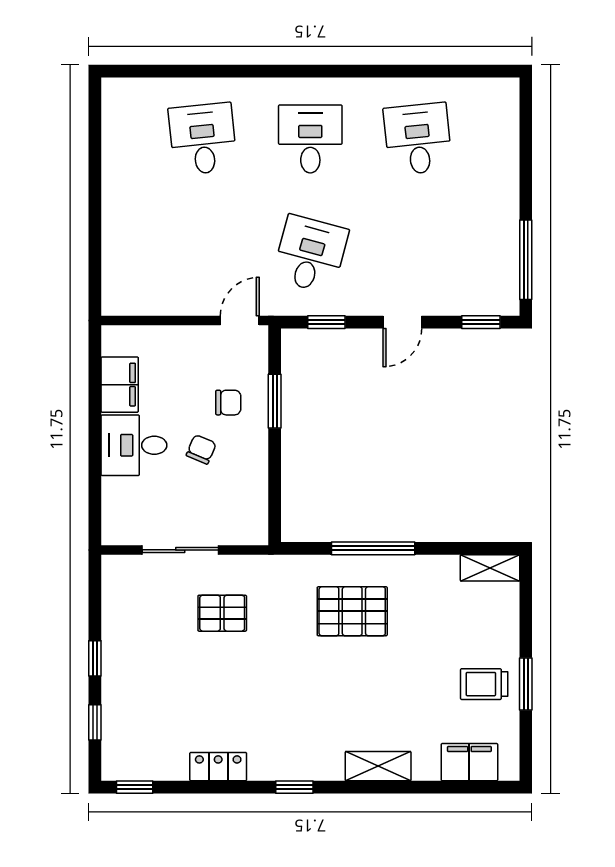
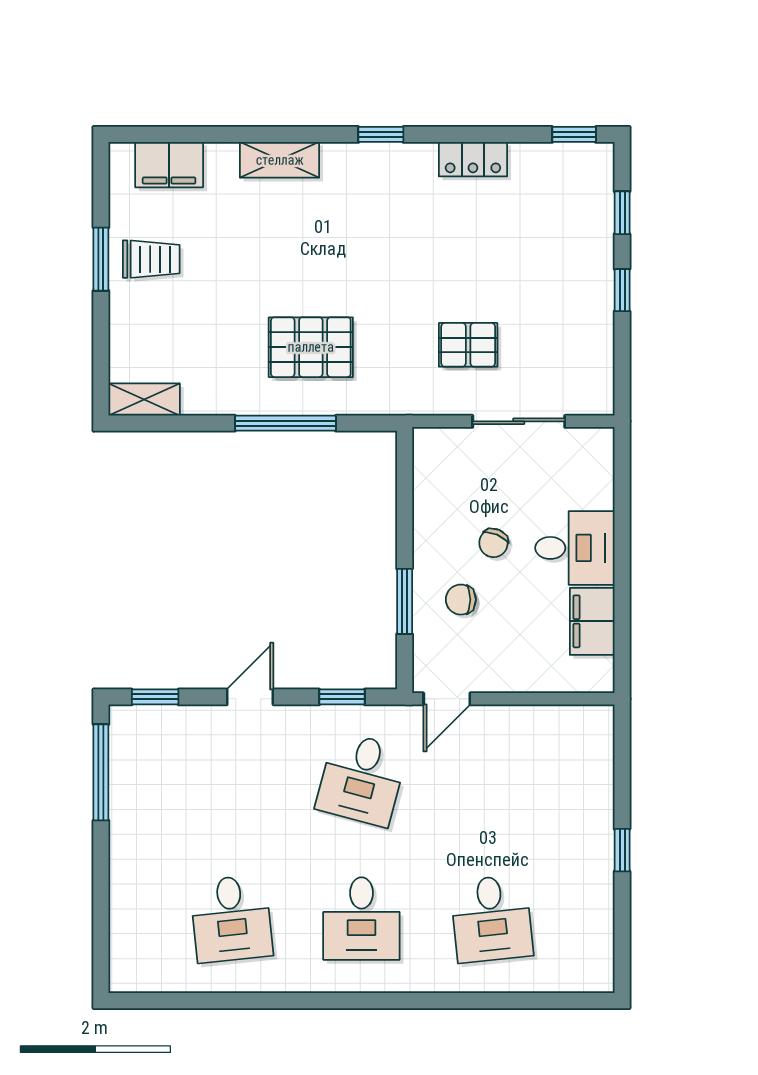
window: (95, 195) -> (622, 850), added

